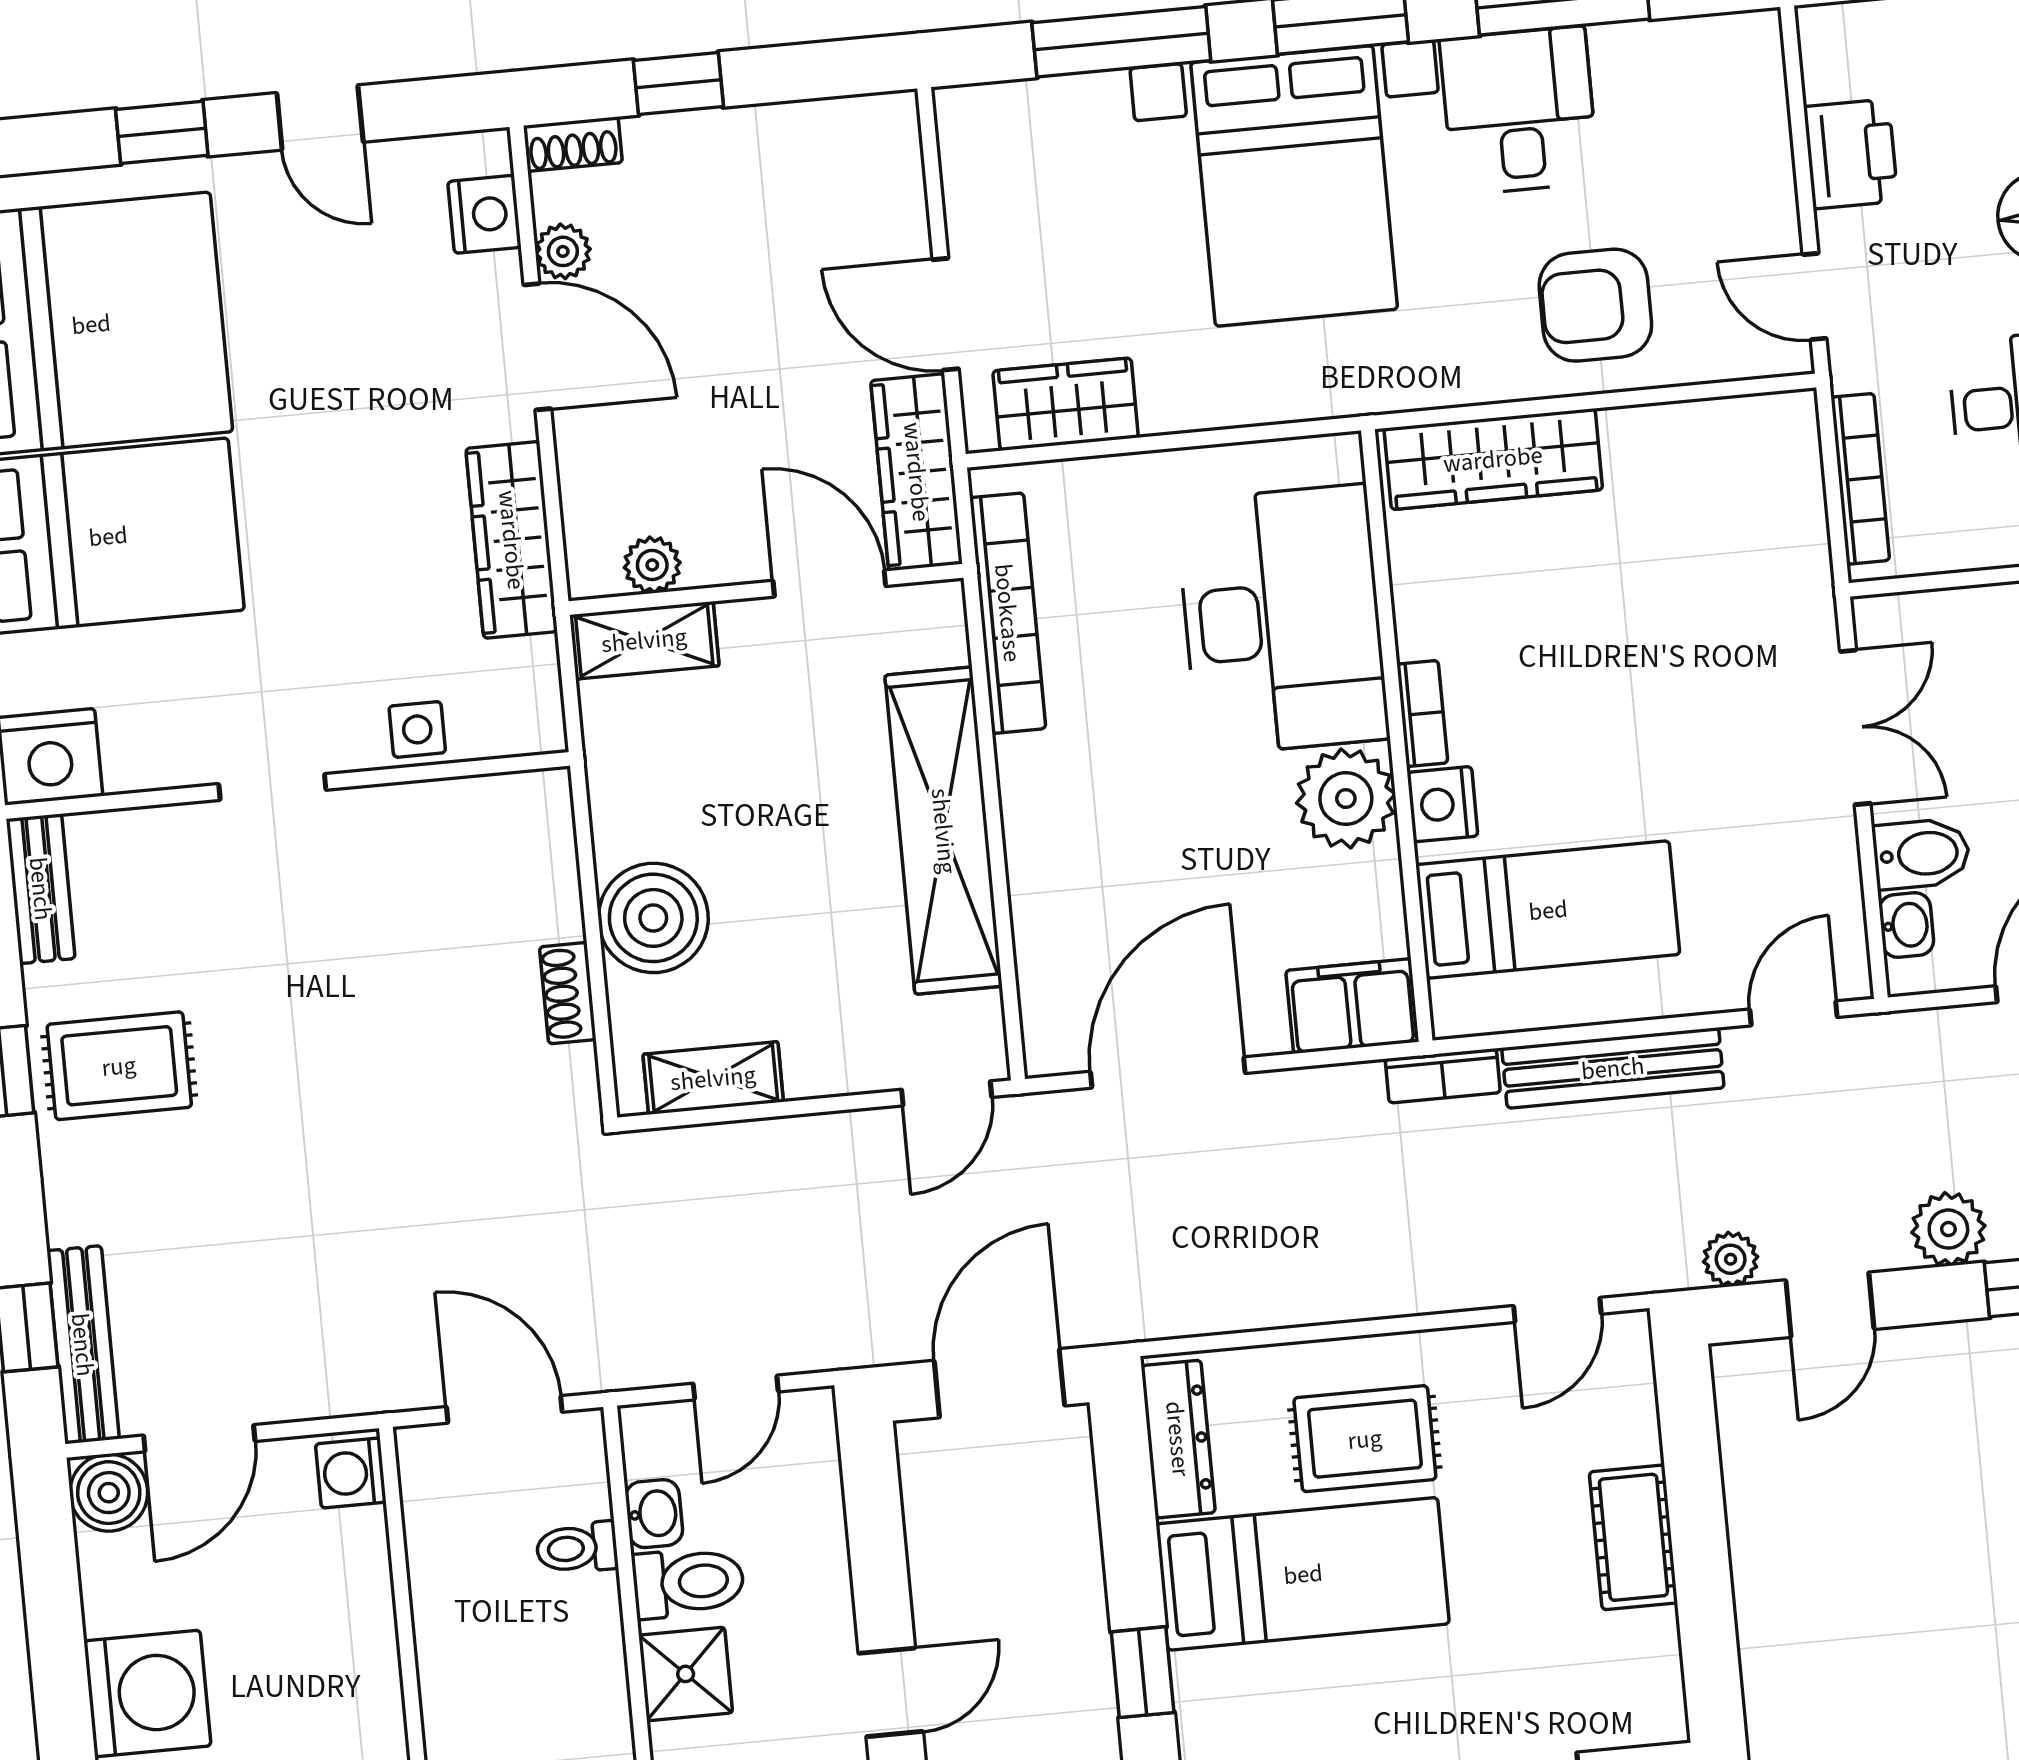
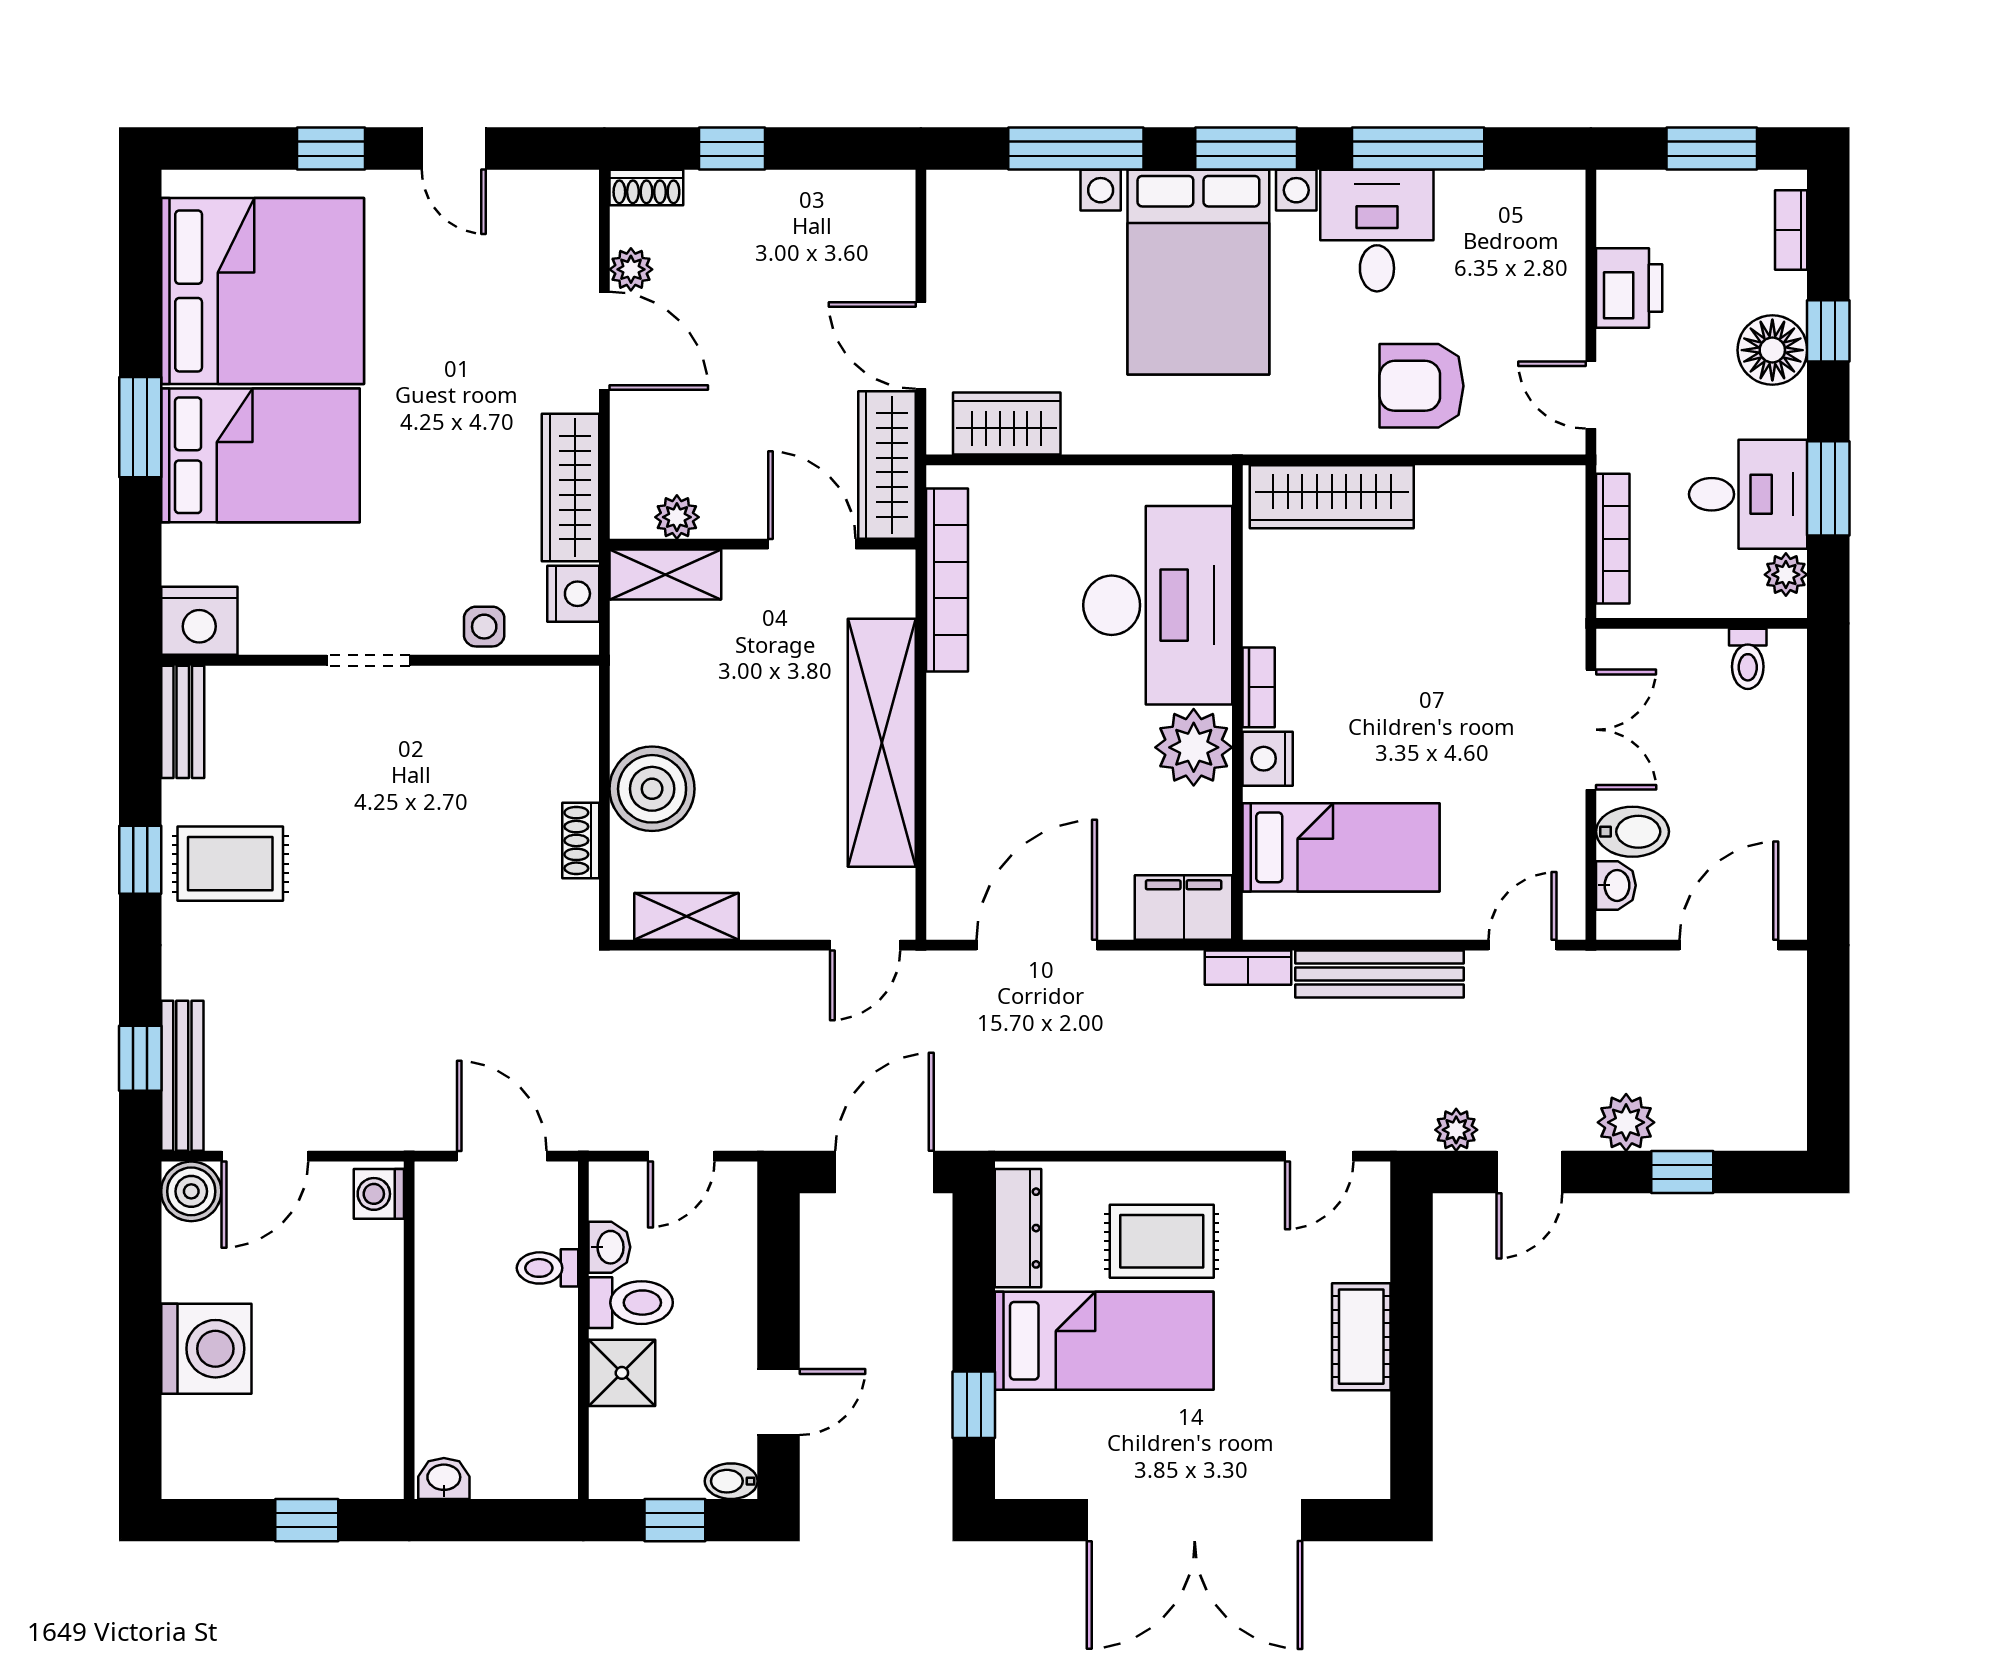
nightstand: (484, 214) -> (573, 594), moved

